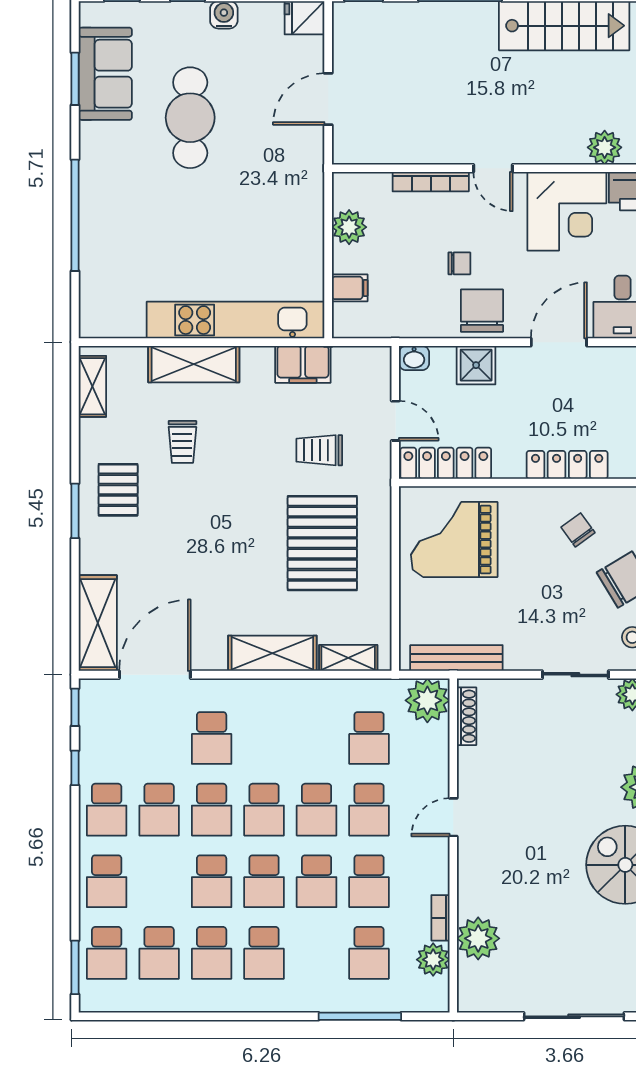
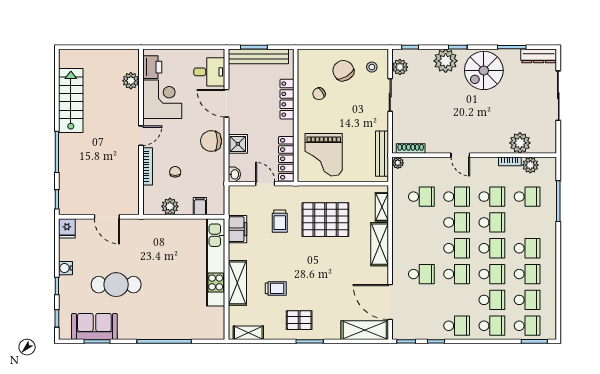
chair: (459, 263) -> (175, 172), moved
door: (395, 421) -> (265, 184), hinge flipped
plant: (427, 700) -> (398, 163), width x0.53, depth x0.53
school desk: (159, 810) -> (492, 300), moved

